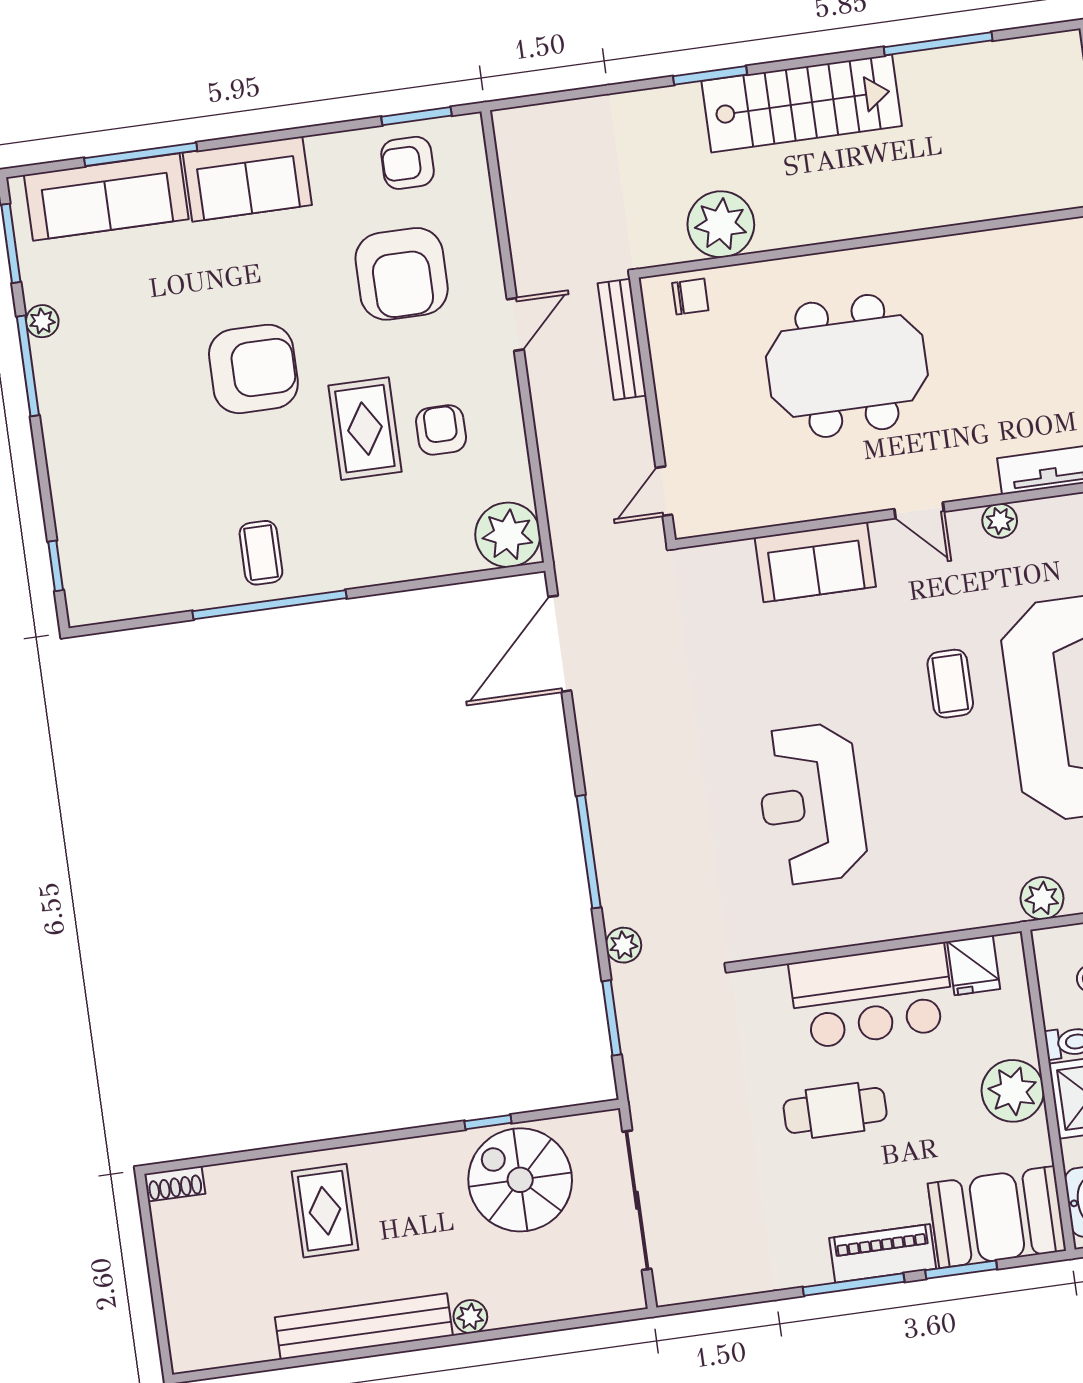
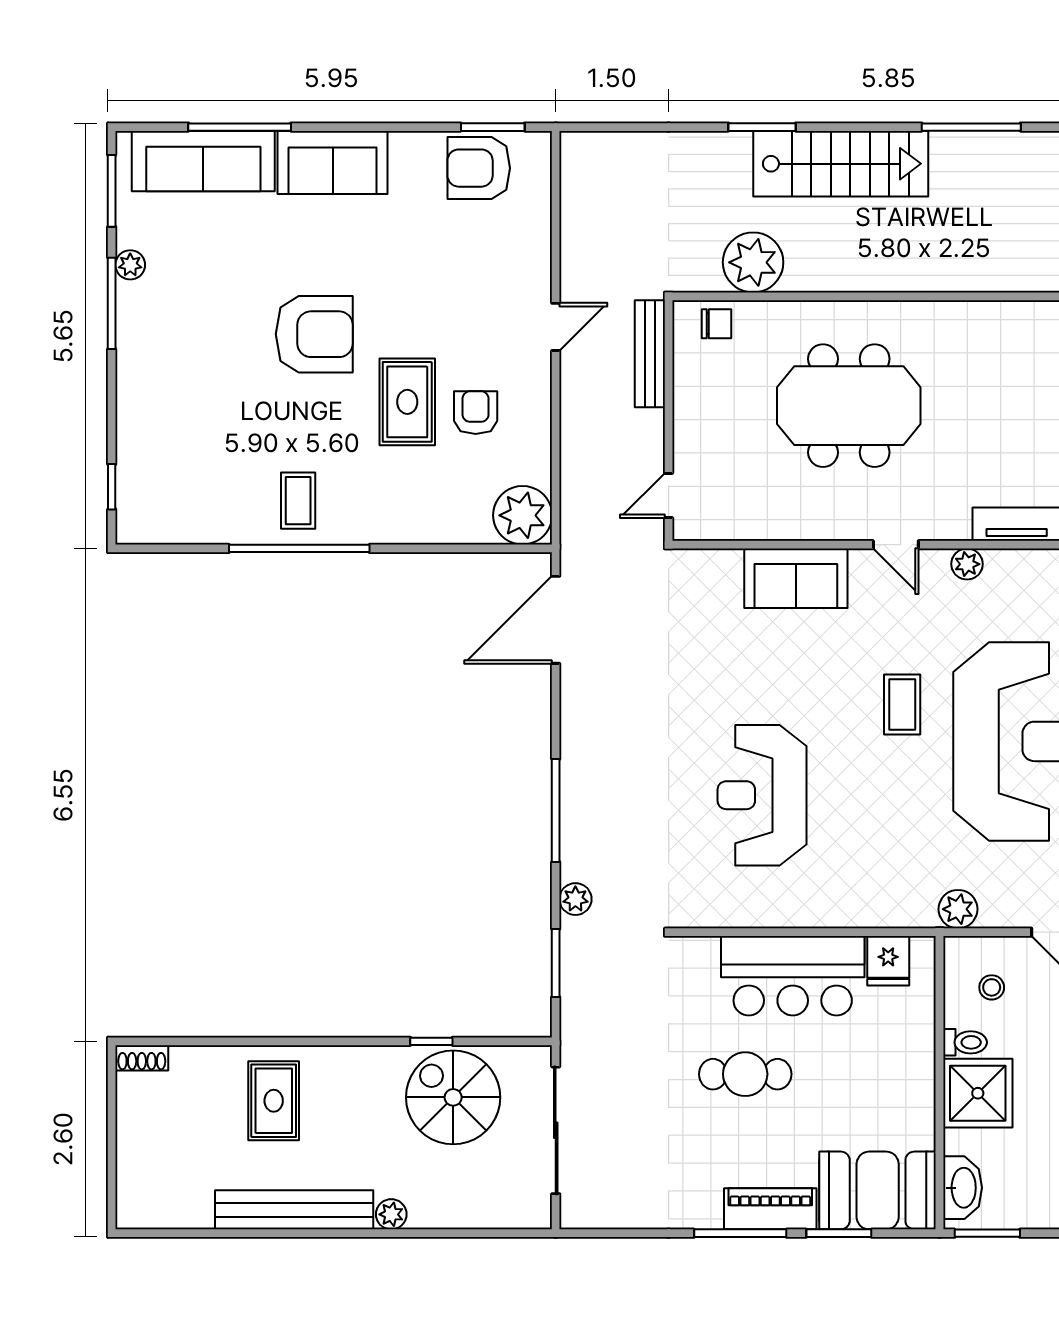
armchair: (408, 163) -> (479, 168), width x1.38, depth x1.38
armchair: (402, 274) -> (460, 267), removed
plant: (1013, 1091) -> (908, 1079), removed

